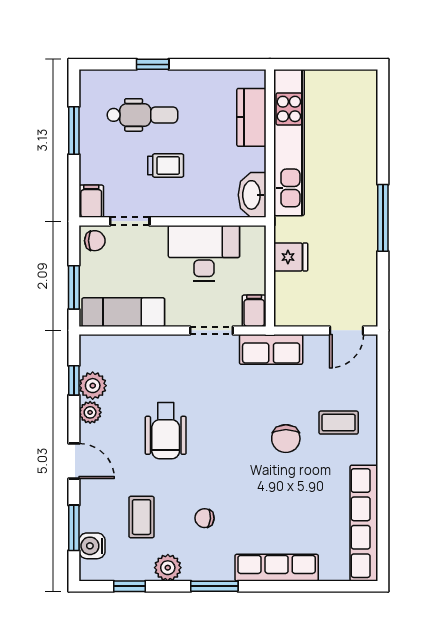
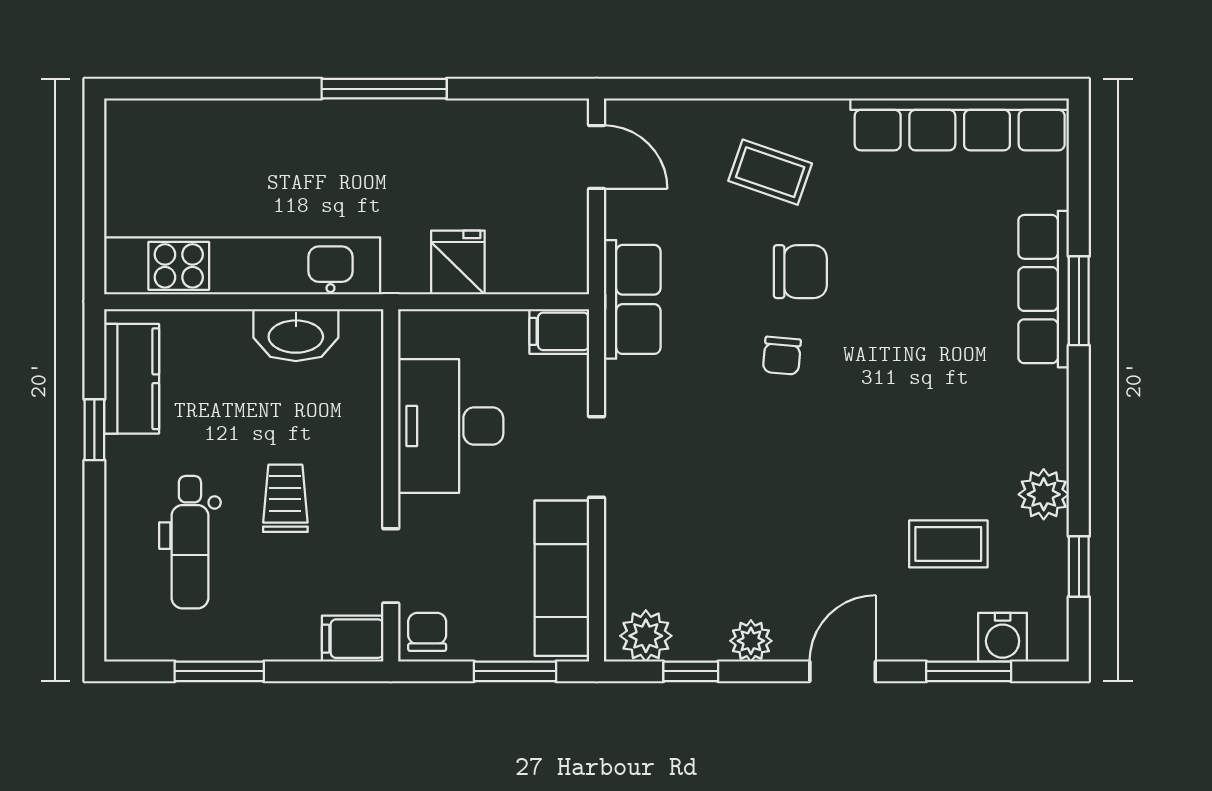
window: (153, 64) -> (94, 430), moved
dental chair: (142, 115) -> (190, 542), turned 180
kitchen counter: (251, 117) -> (132, 379), moved, turned -90
washbasin: (252, 195) -> (296, 335), moved
doorway: (212, 330) -> (596, 457), moved
plant: (93, 386) -> (646, 636), moved
coffee table: (339, 423) -> (770, 172), turned -71
wheelchair: (166, 431) -> (786, 498), removed
chair: (205, 518) -> (782, 356), moved
window: (214, 586) -> (1079, 301), moved

